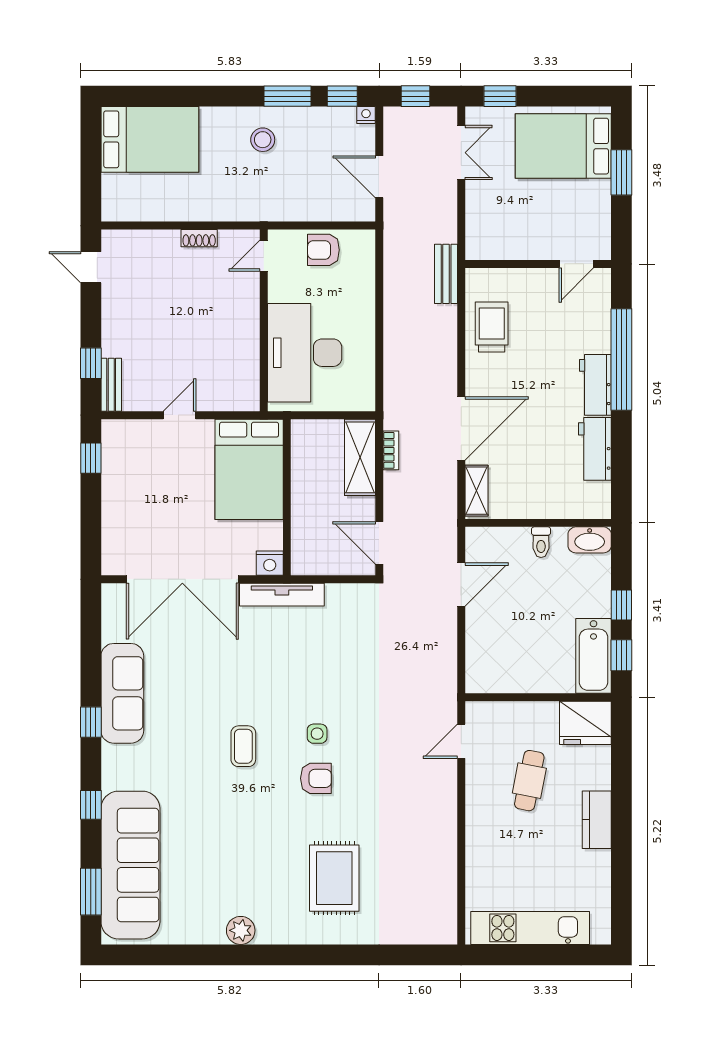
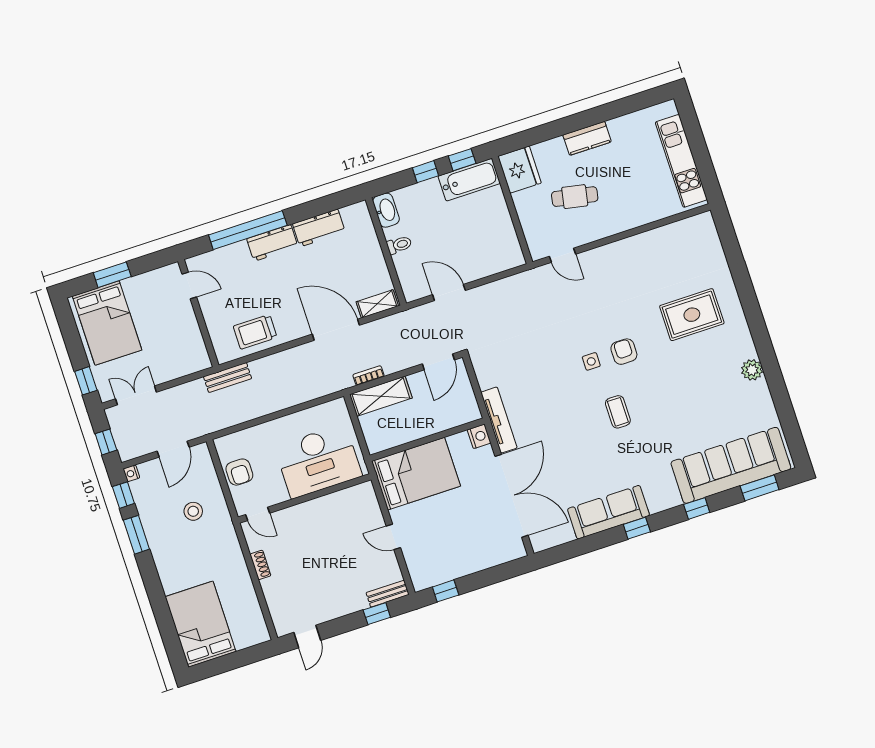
stool: (263, 140) -> (193, 511), moved
coffee table: (243, 746) -> (618, 412), turned 90

